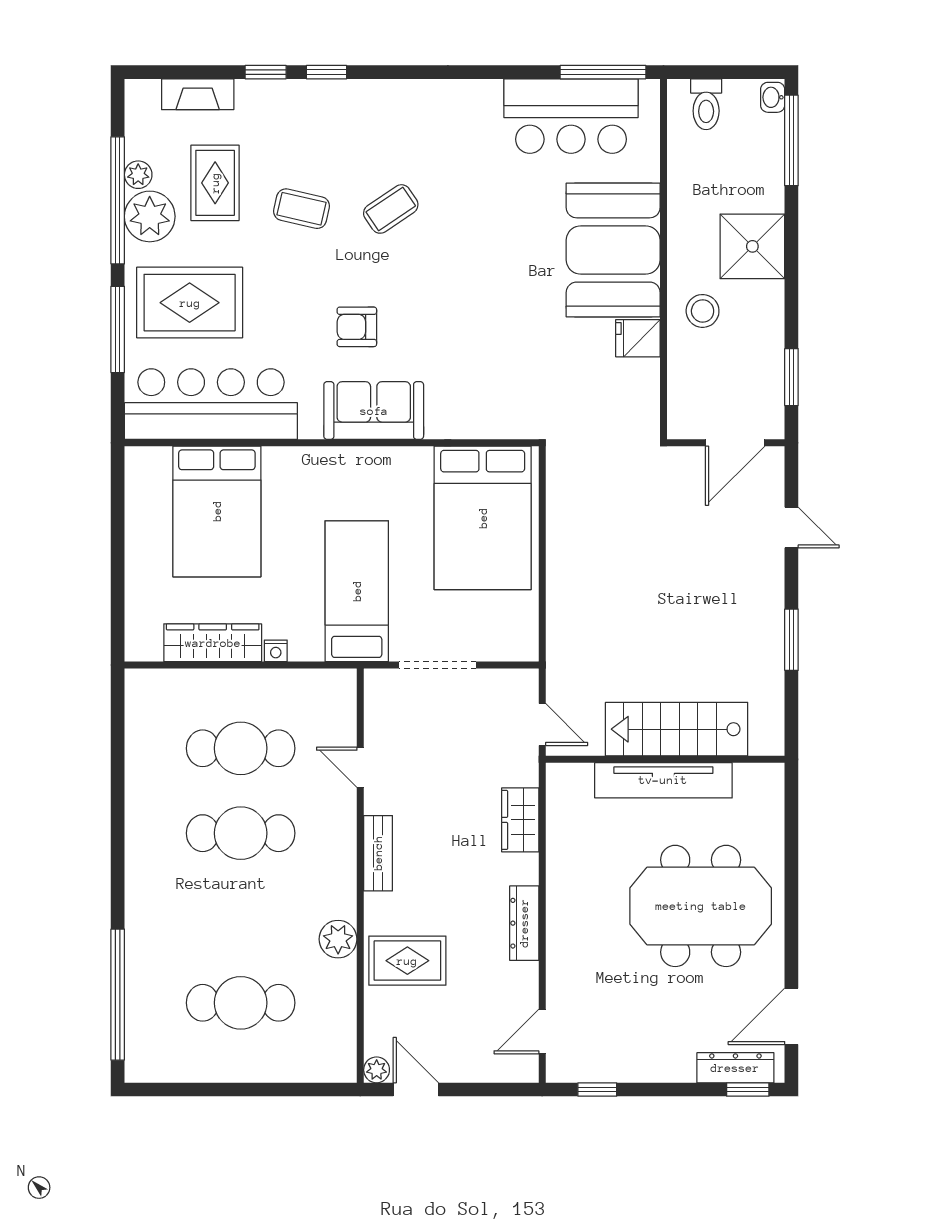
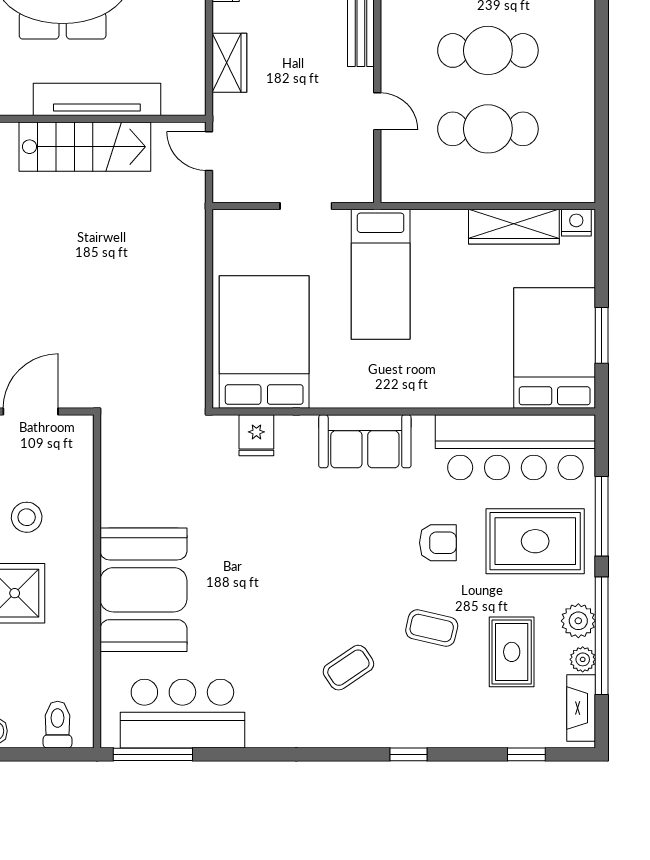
window: (266, 72) -> (526, 754), moved
fireplace: (198, 94) -> (581, 708), moved, turned -90
coffee table: (391, 209) -> (348, 668), moved
plant: (150, 216) -> (578, 621), width x0.73, depth x0.73
stool: (703, 311) -> (27, 517), moved
armchair: (357, 327) -> (438, 543), moved
fridge: (638, 338) -> (256, 435), moved, turned 90
bed: (217, 511) -> (555, 348), moved
window: (118, 525) -> (602, 335), added
nightstand: (276, 651) -> (576, 223), moved, width x1.39, depth x1.35
doorway: (438, 665) -> (306, 206), width x0.73

